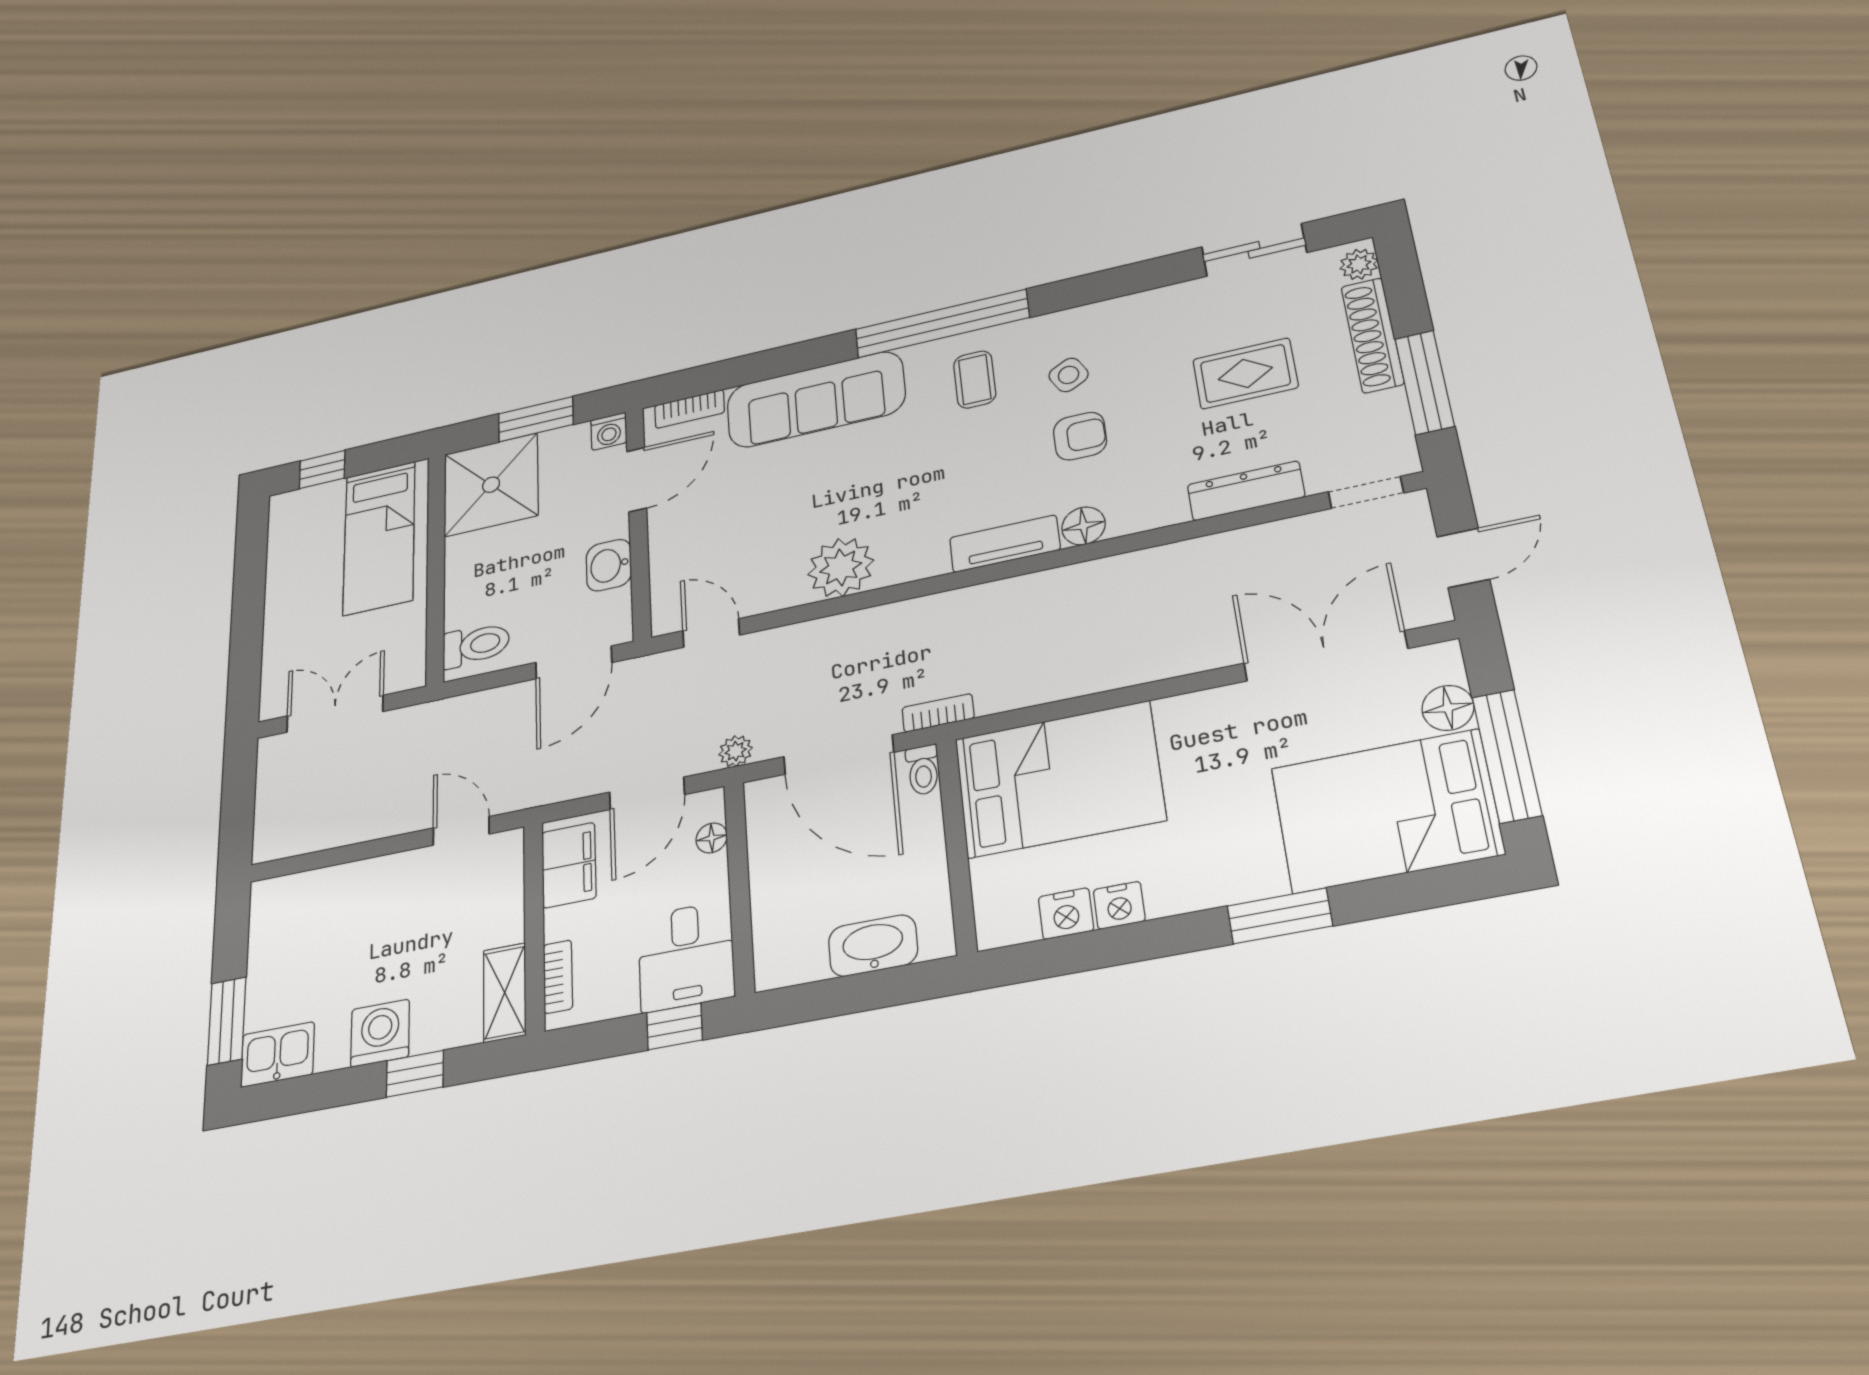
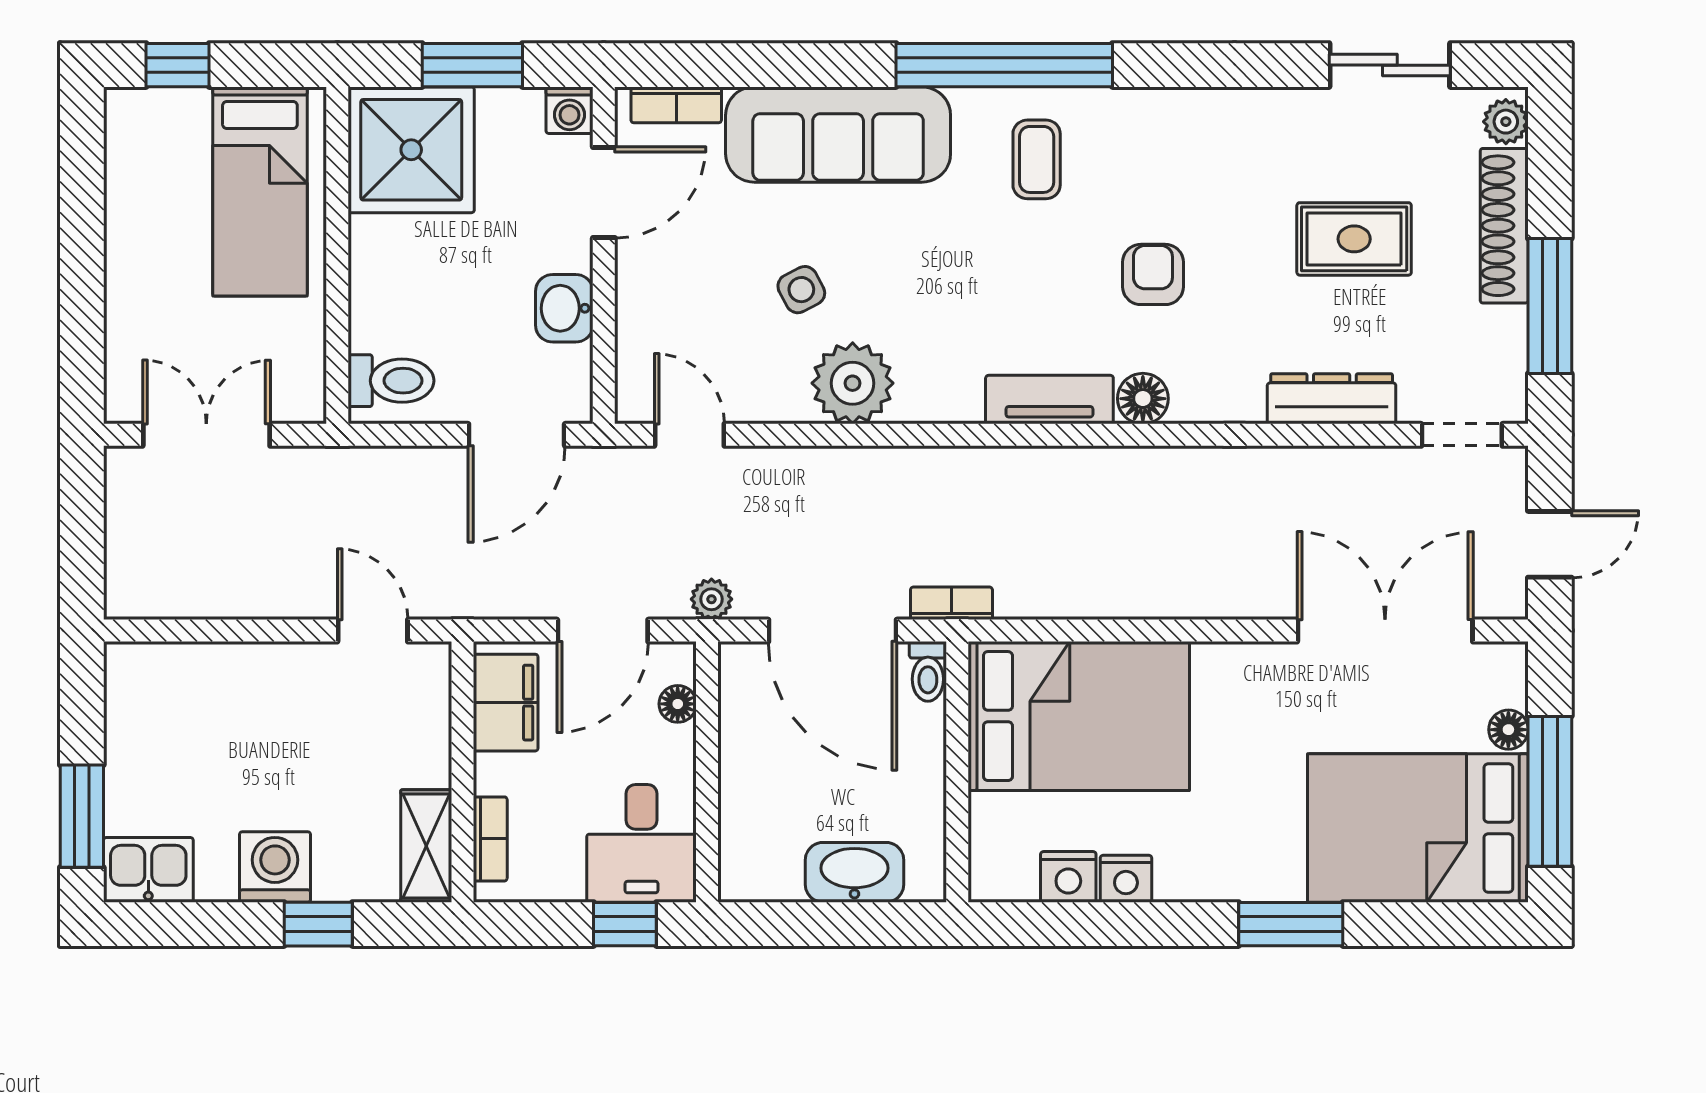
side table: (1069, 375) -> (801, 290), moved
armchair: (1080, 436) -> (1153, 274), turned -90
floor lamp: (1448, 708) -> (1508, 730), width x0.73, depth x0.73

